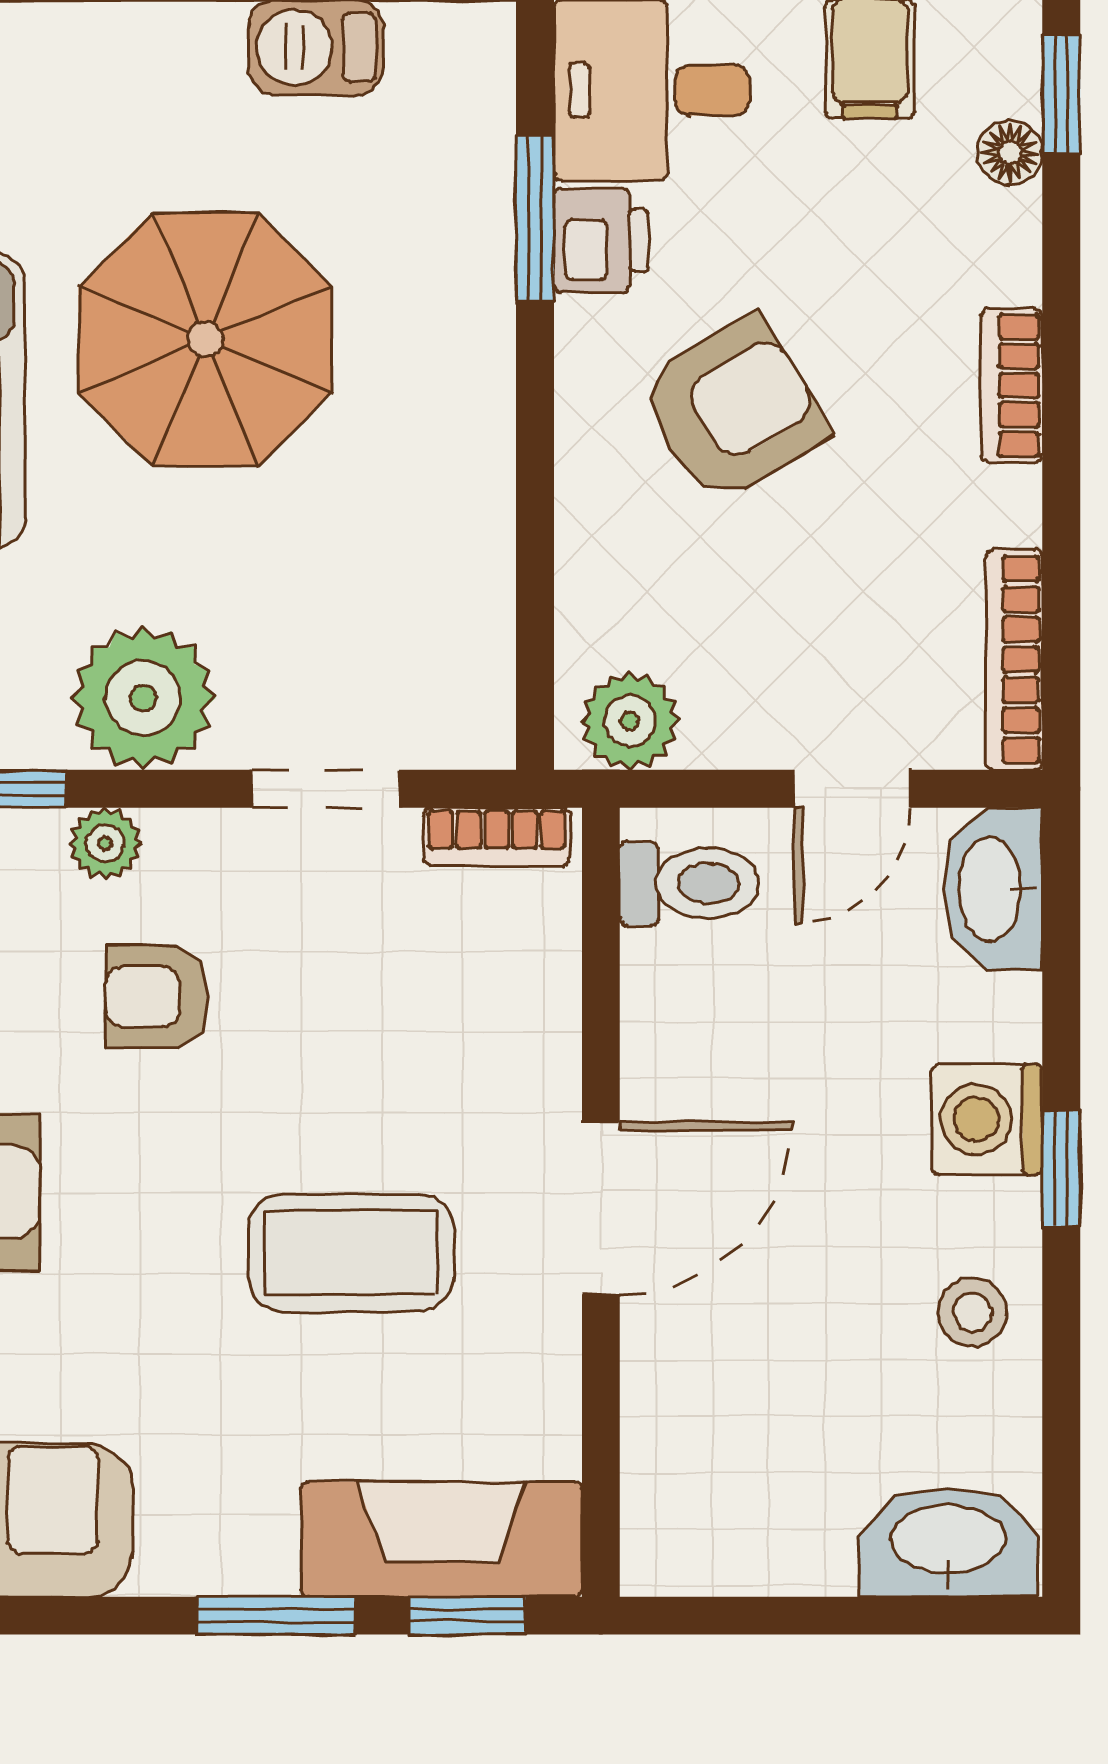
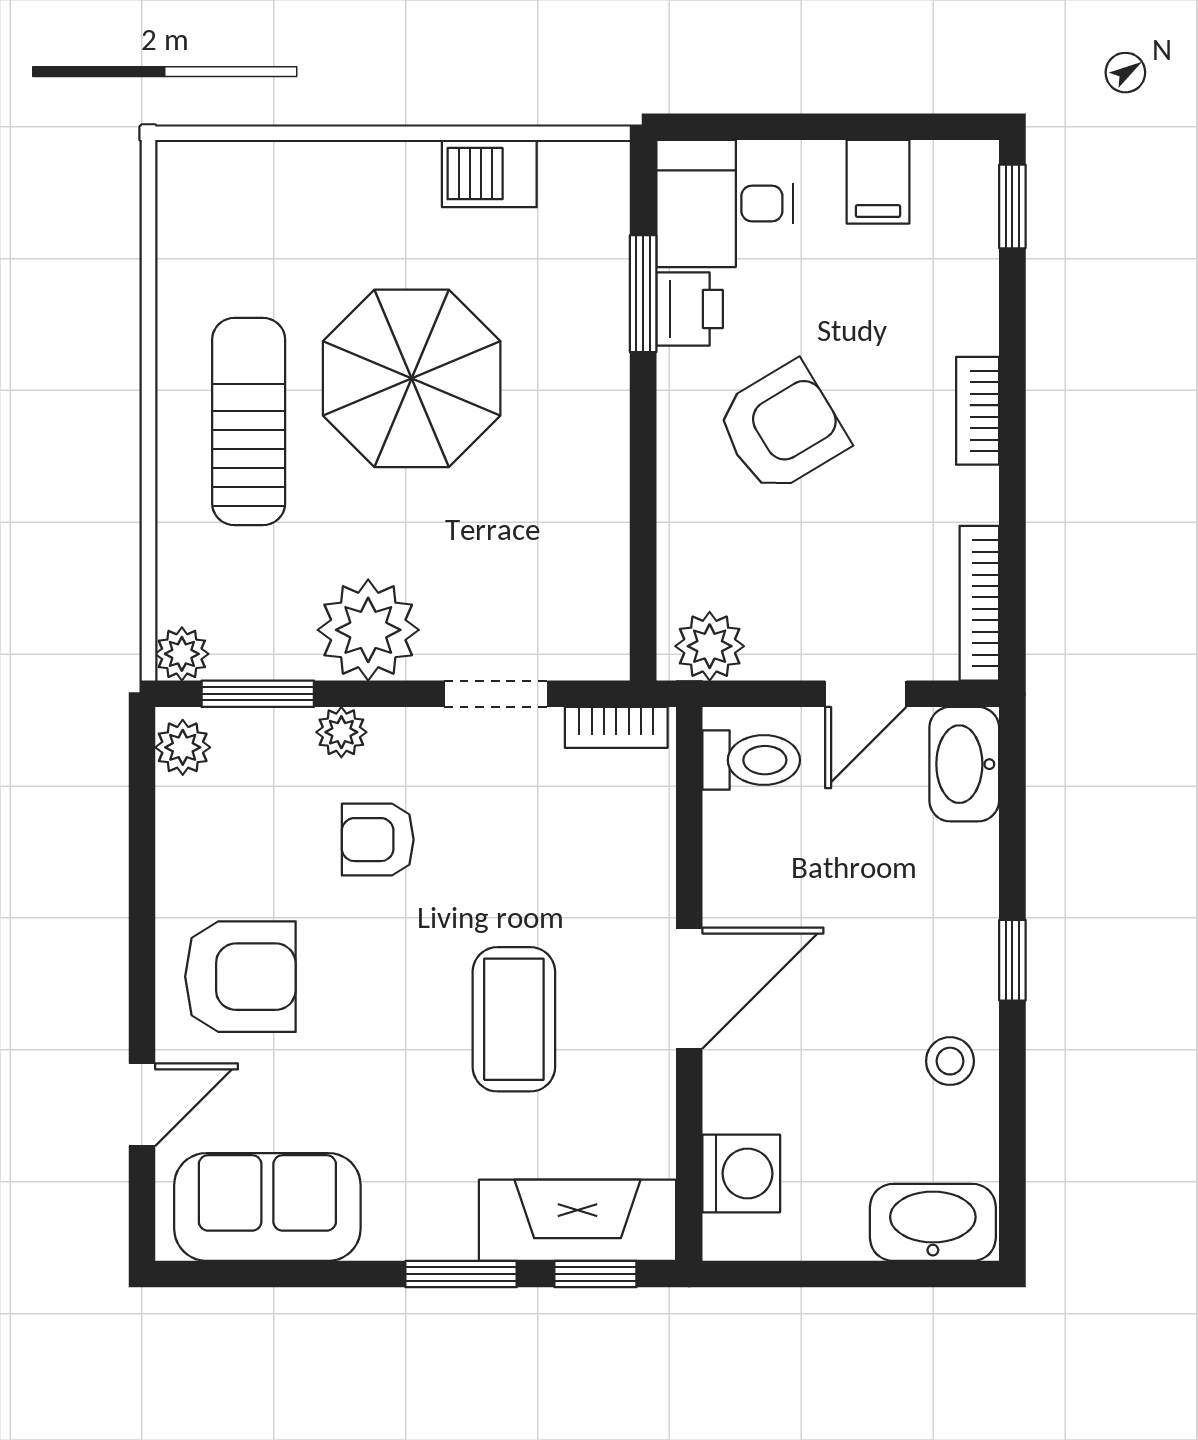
floor lamp: (1010, 152) -> (976, 247), removed
washing machine: (987, 1119) -> (741, 1173), moved, turned 180
coffee table: (351, 1253) -> (514, 1019), turned 90

